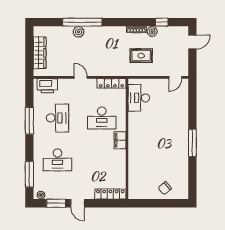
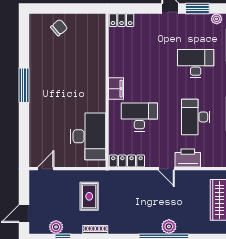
plant: (152, 31) -> (56, 227), moved
rug: (141, 56) -> (89, 196), turned 90
printer: (47, 86) -> (188, 158), moved
desk: (139, 98) -> (88, 136), width x1.36, depth x1.30
locker: (110, 194) -> (122, 20), width x0.66

